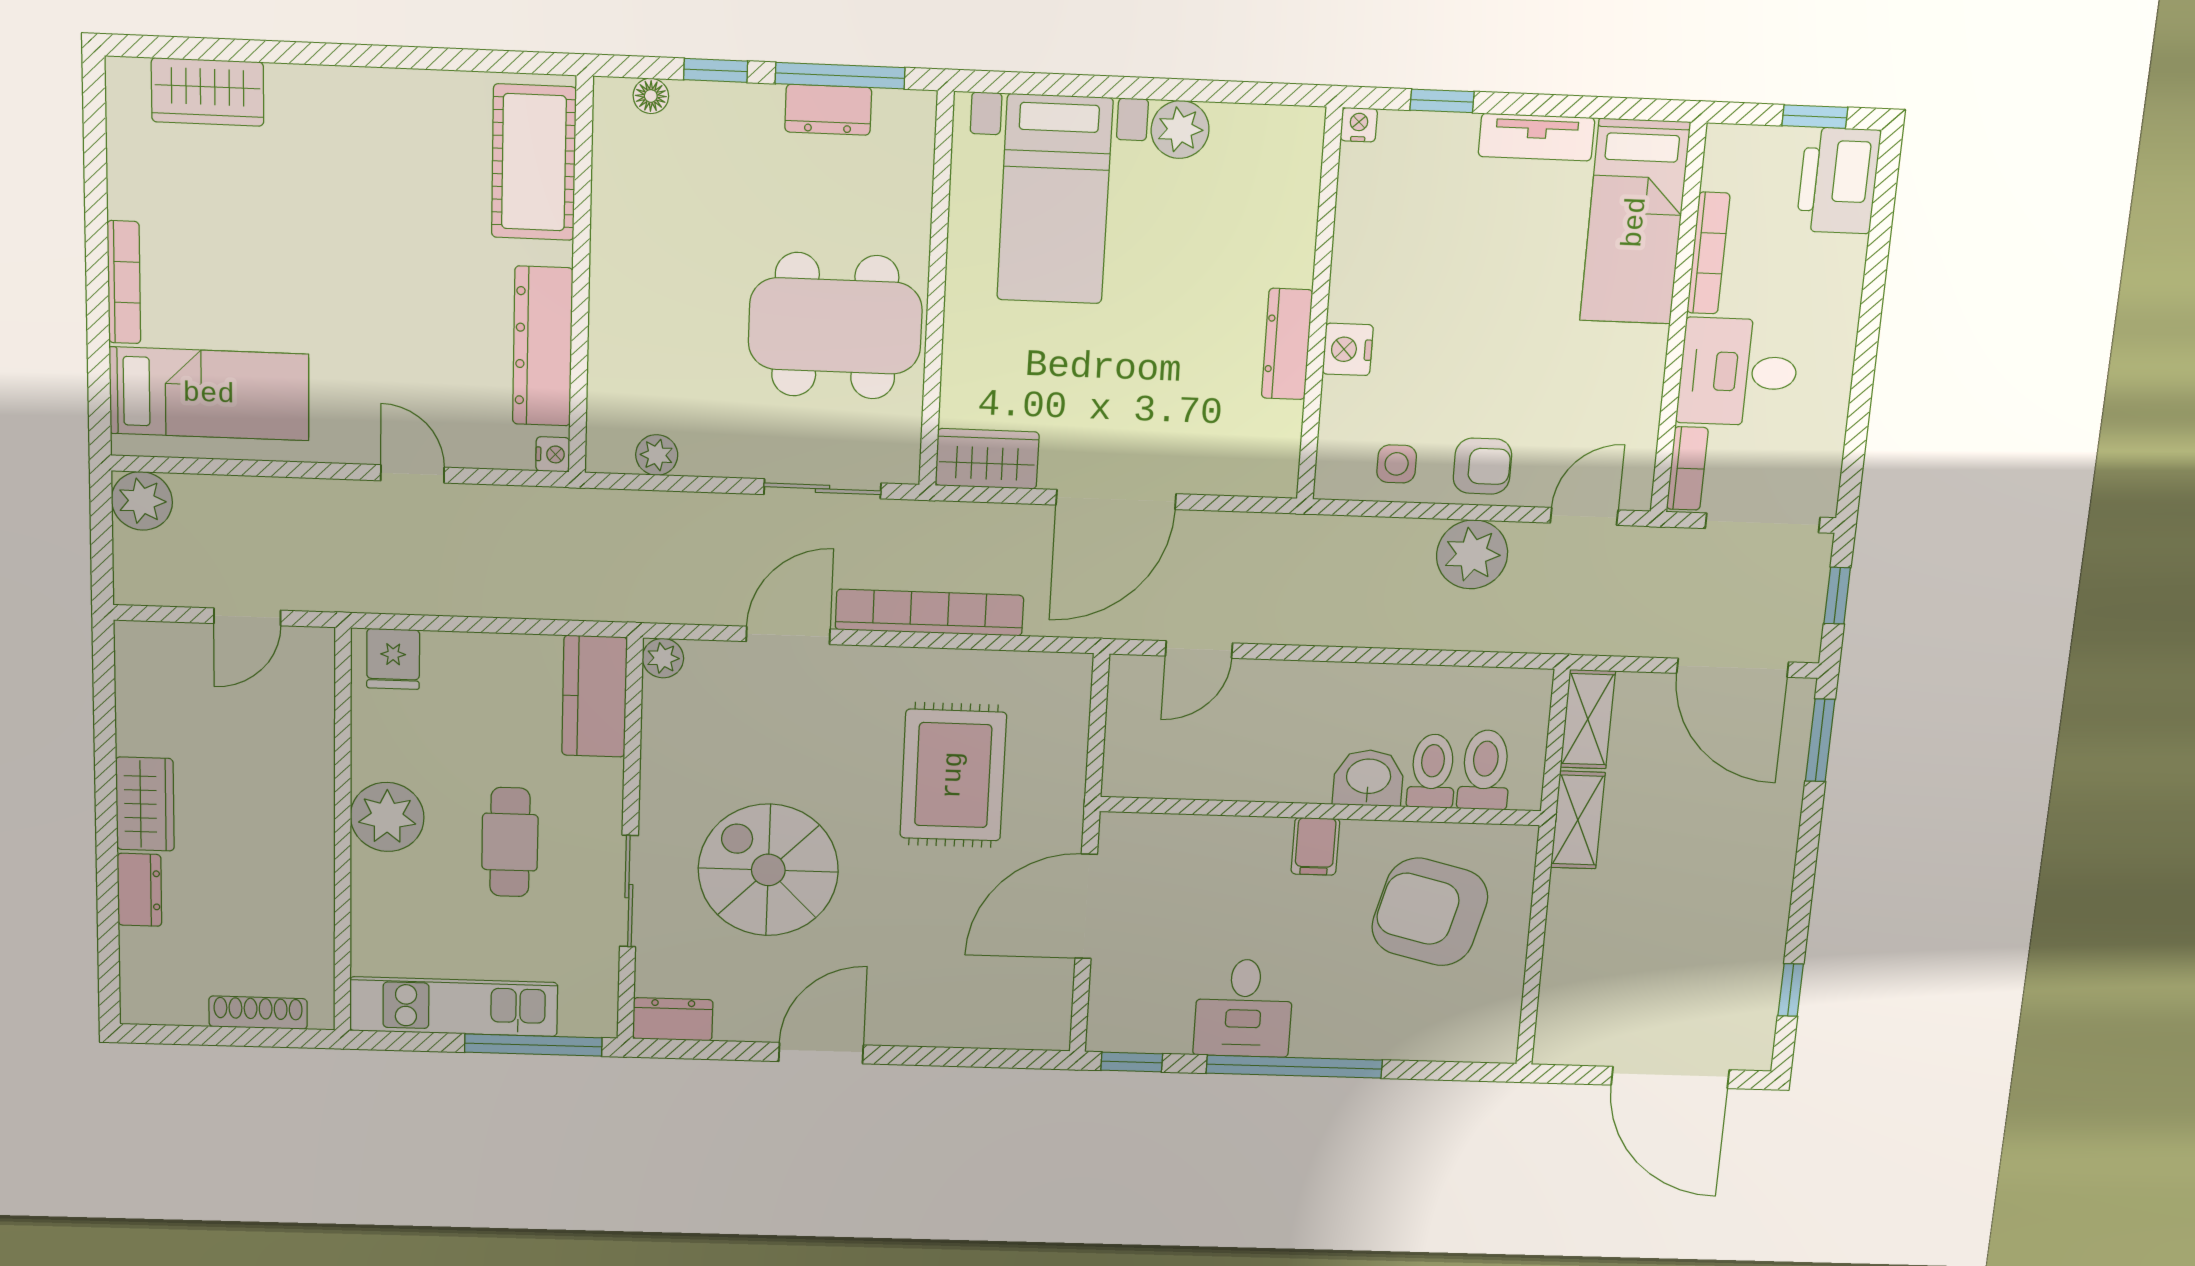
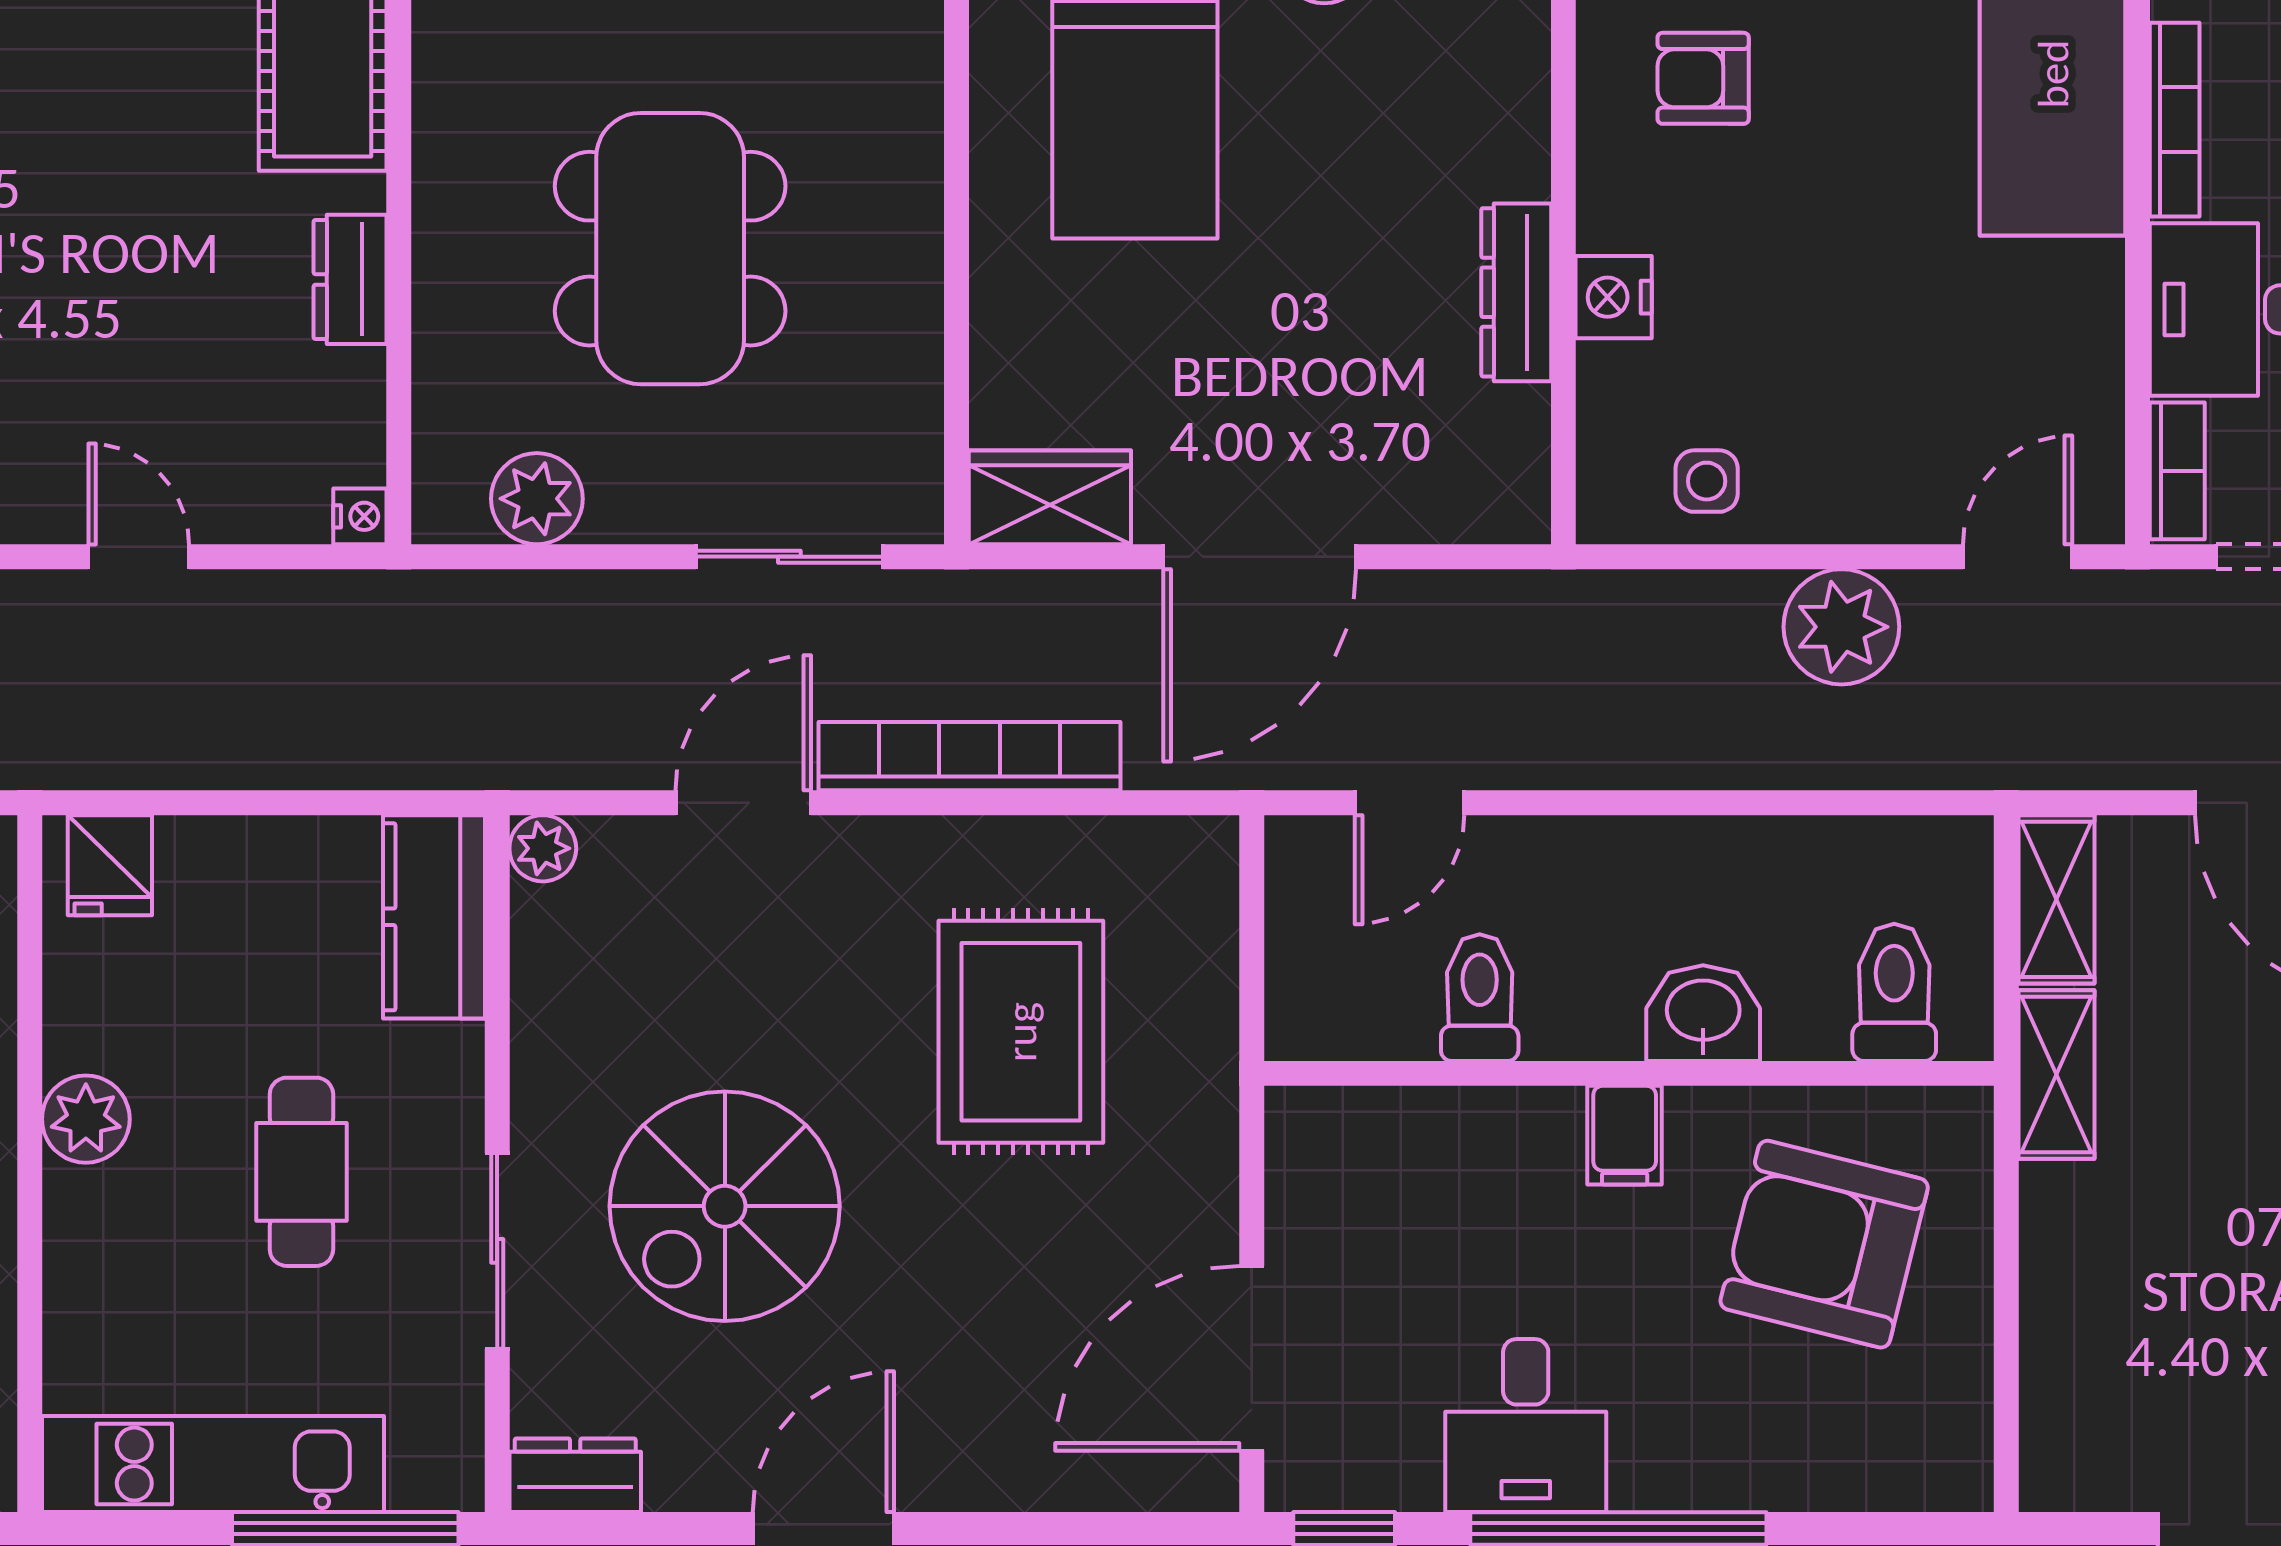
dining table: (835, 326) -> (670, 249), moved, turned 90
dresser: (543, 346) -> (350, 279), width x0.51, depth x0.80
plant: (657, 455) -> (537, 499), width x1.38, depth x1.38
armchair: (1482, 466) -> (1703, 78), moved, turned 180
toilet: (1432, 771) -> (1480, 998), moved
plant: (387, 817) -> (86, 1119), width x0.73, depth x0.73
spiral stairs: (768, 870) -> (725, 1206), turned -90
door: (1086, 906) -> (1252, 1358), moved

